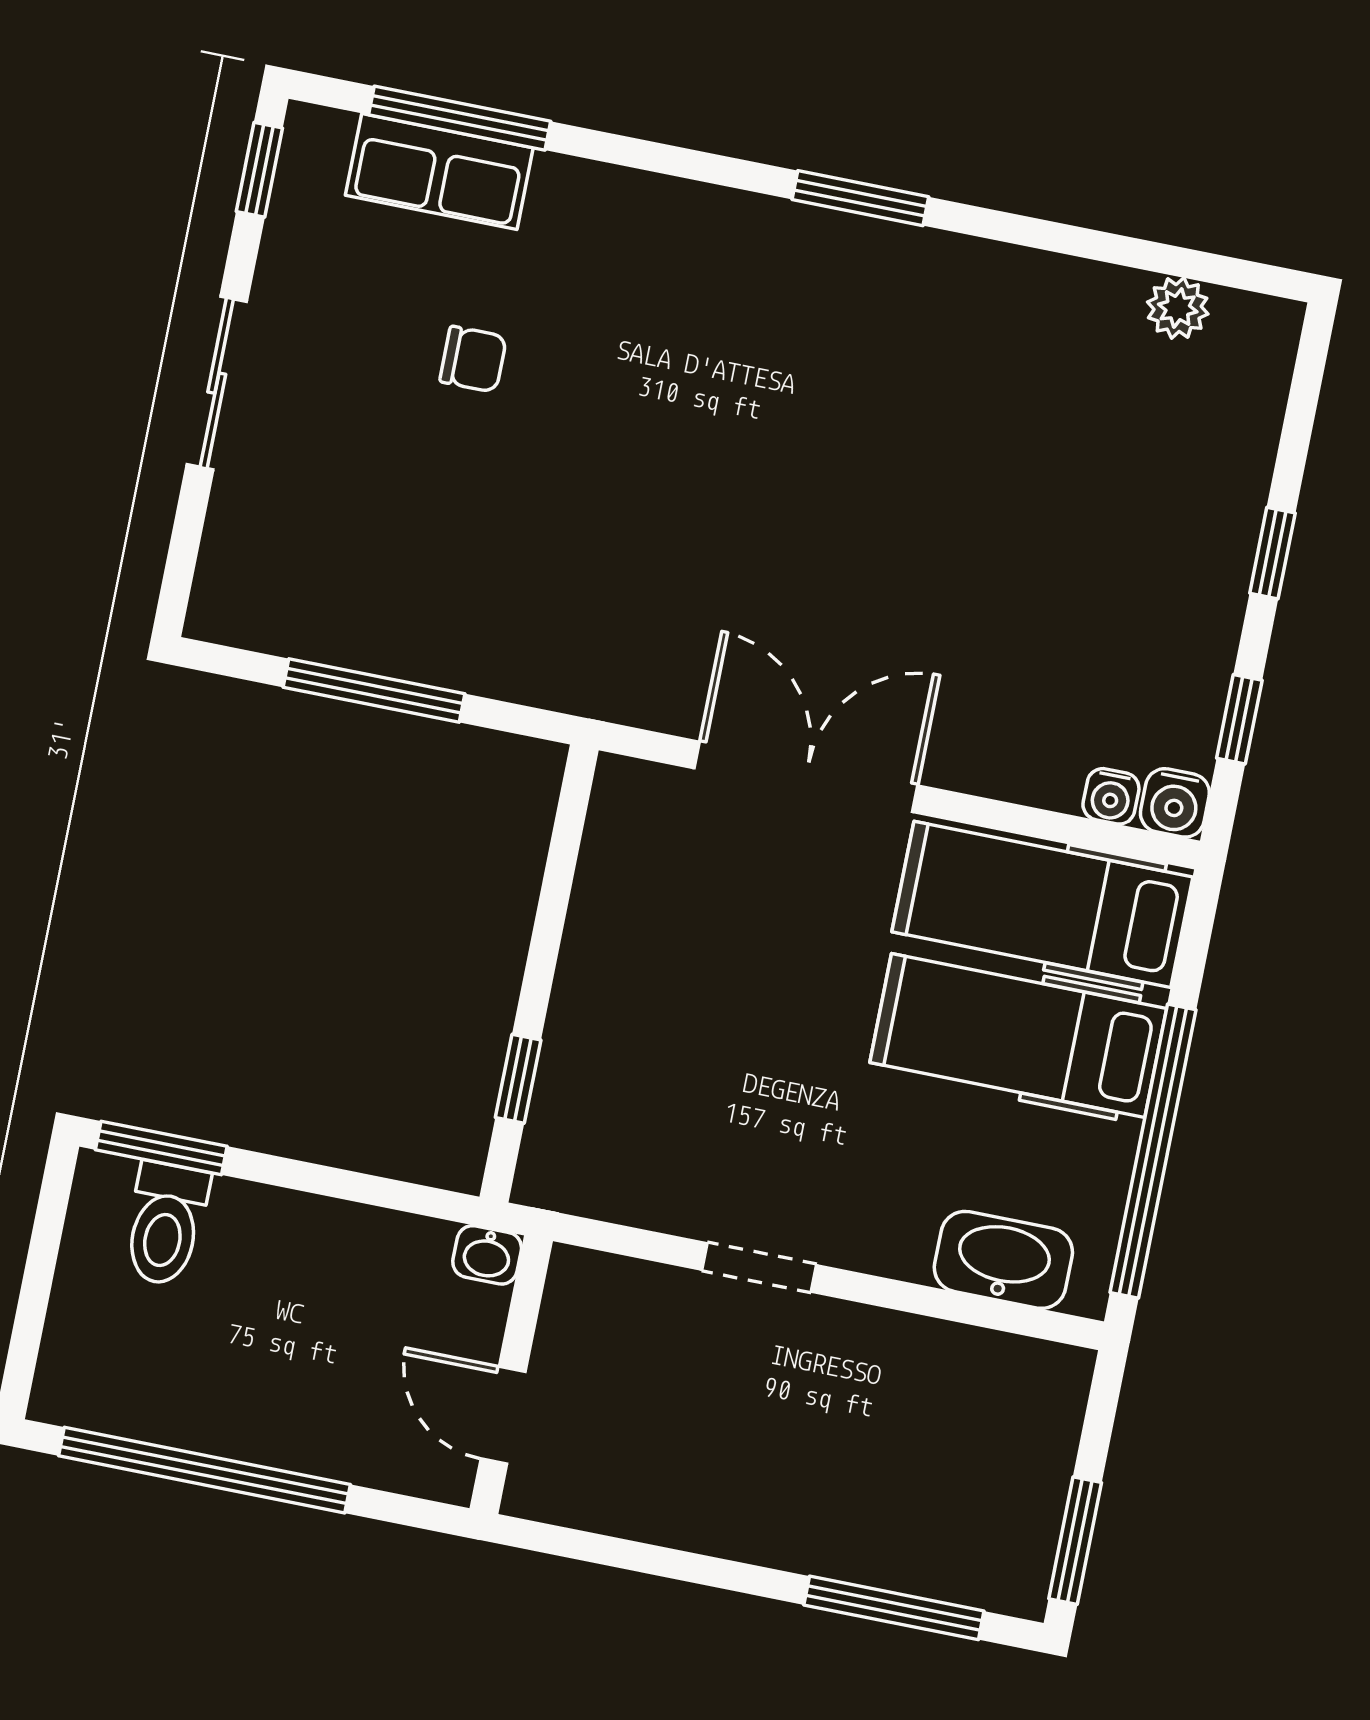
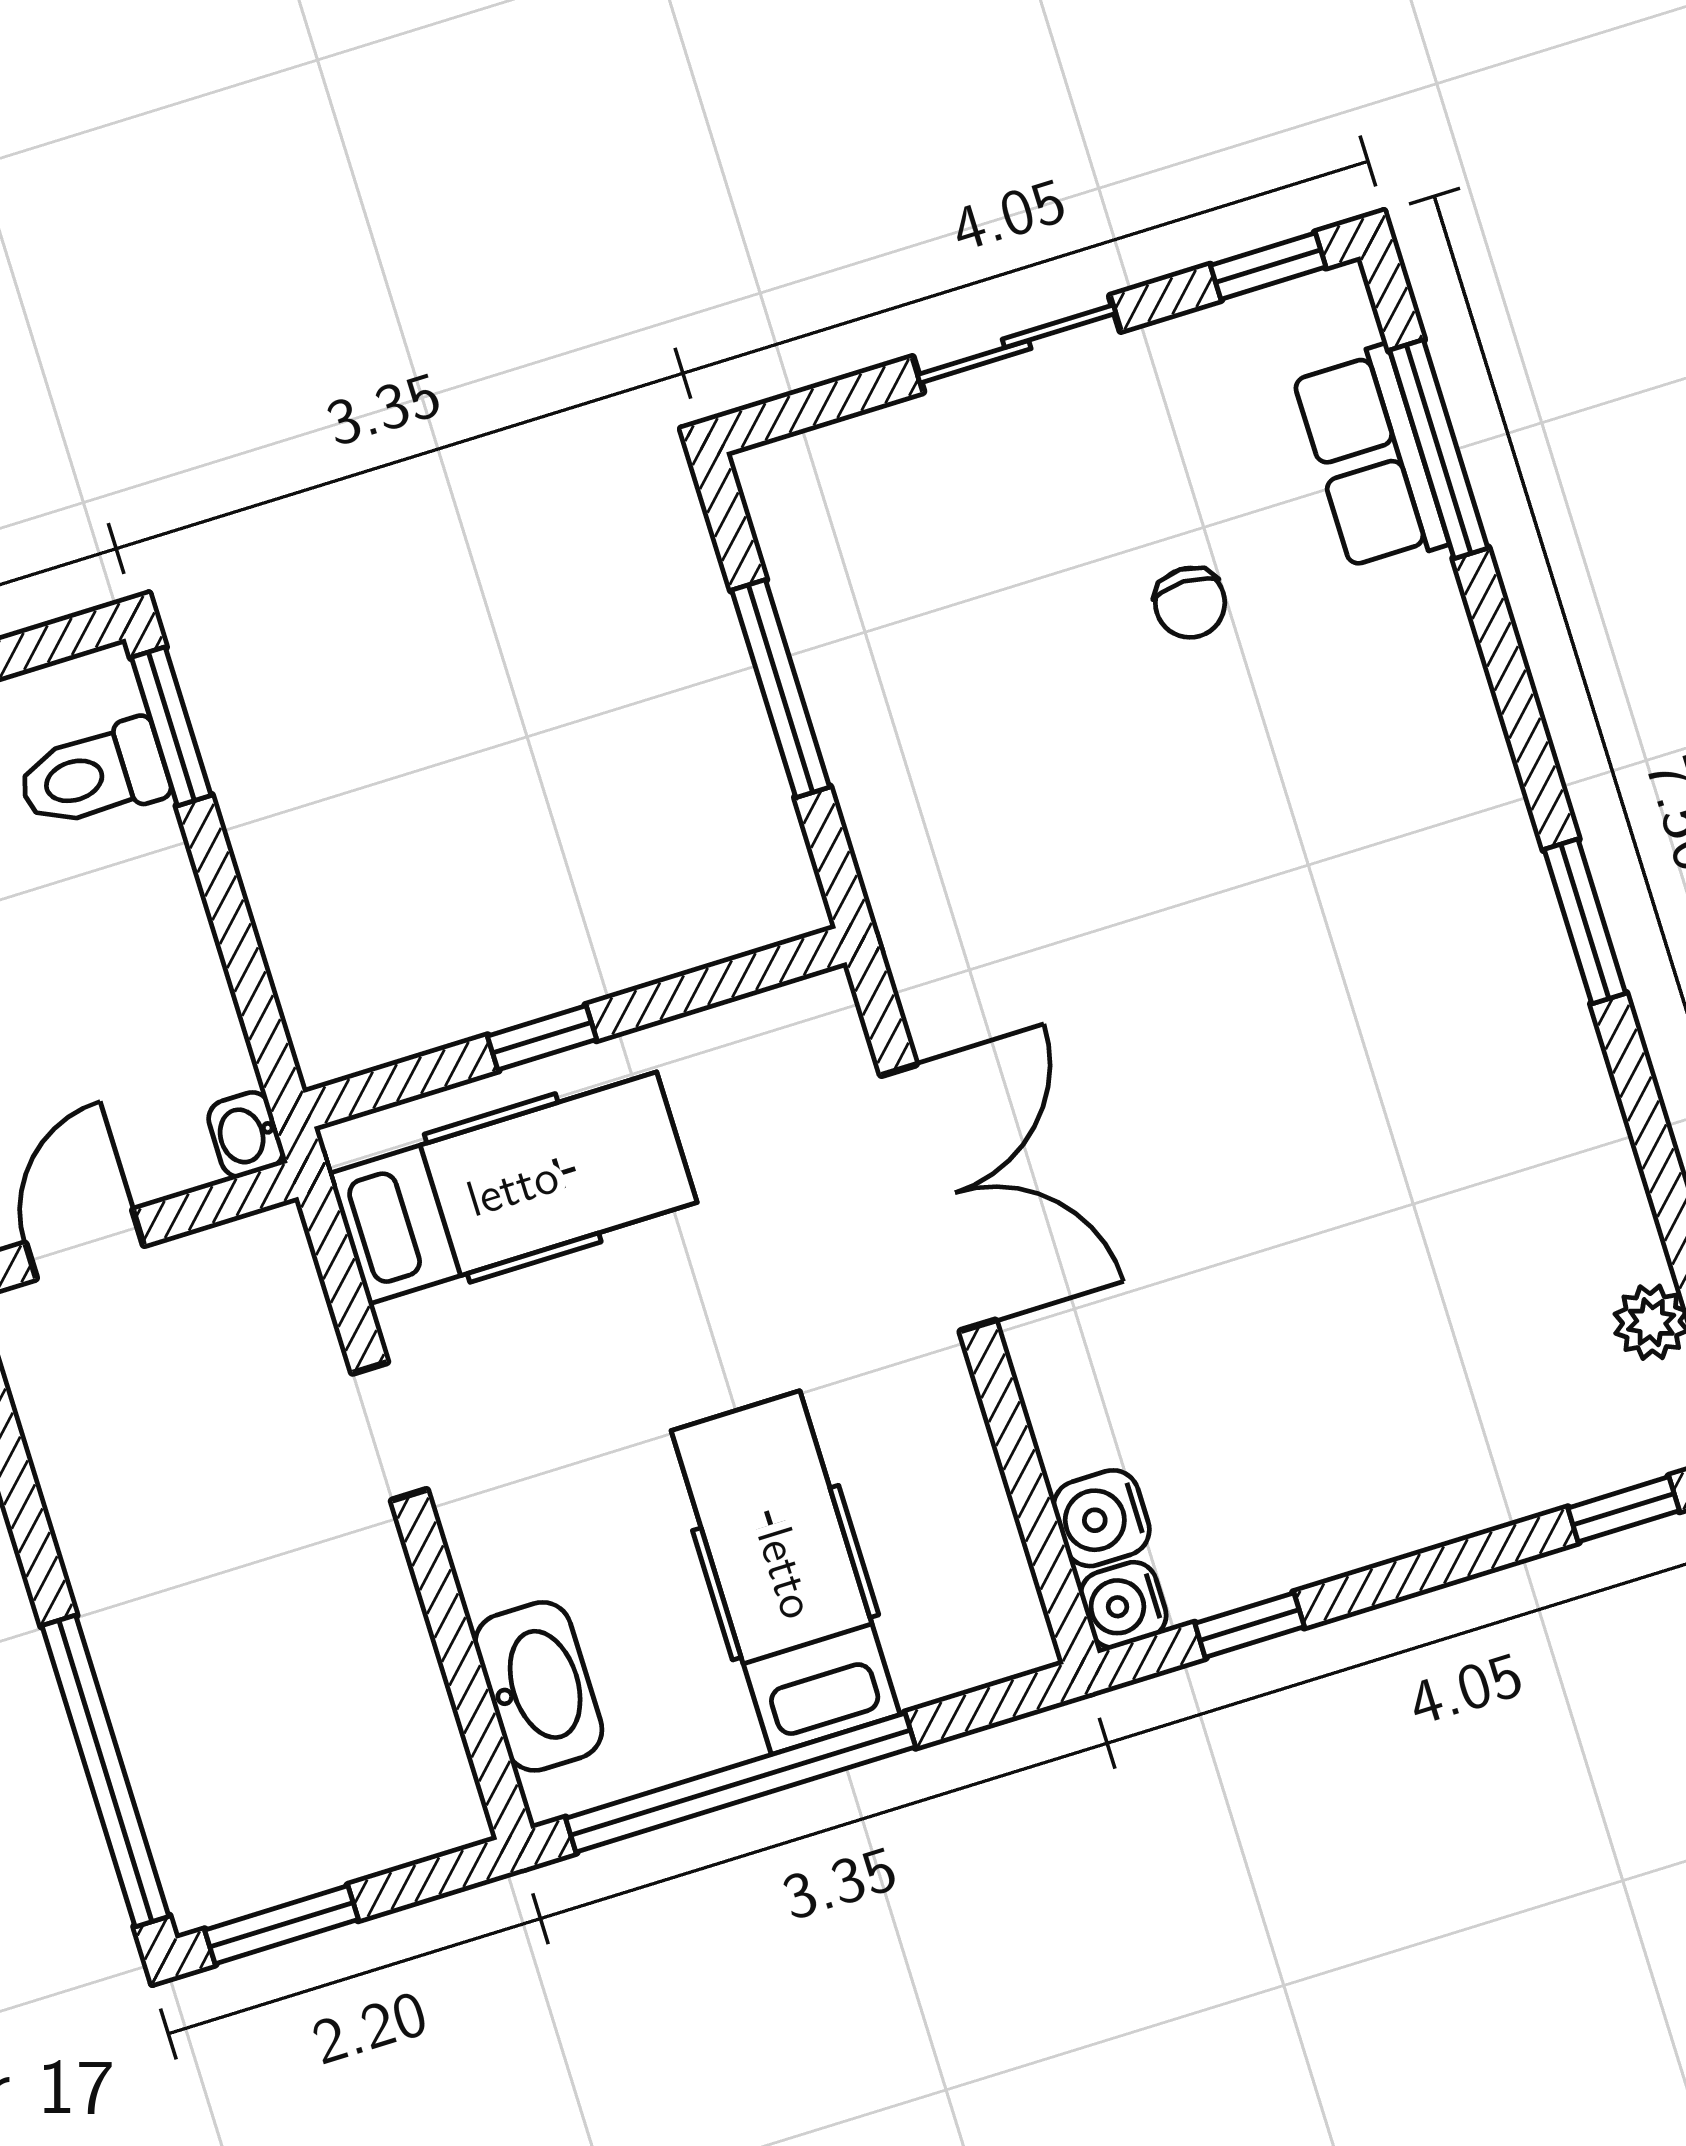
window: (1272, 553) -> (1624, 1509), moved
water cooler: (1111, 796) -> (1101, 1518), width x1.38, depth x1.38
hospital bed: (1042, 904) -> (513, 1188), moved, turned 90
window: (518, 1079) -> (542, 1038), moved
window: (894, 1608) -> (105, 1771), width x1.46

